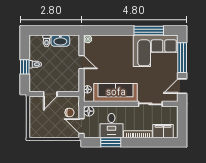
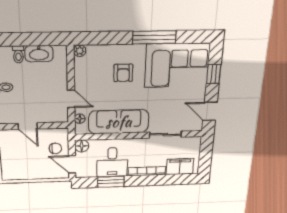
window: (149, 31) -> (154, 37), moved
armchair: (118, 56) -> (123, 73), added
window: (182, 58) -> (214, 74), width x0.46
door: (82, 62) -> (71, 99), moved
door: (182, 86) -> (210, 111), hinge flipped
door: (50, 94) -> (28, 126), hinge flipped

